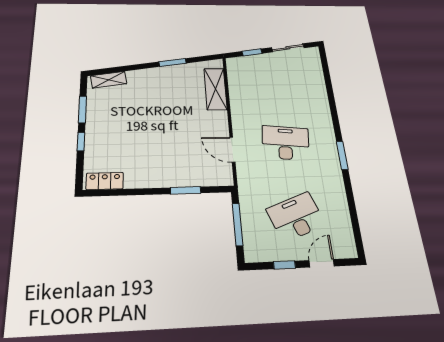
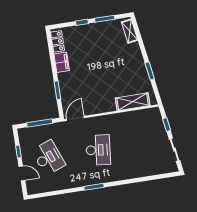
door: (232, 150) -> (75, 118), moved
filing cabinet: (140, 179) -> (62, 62), added

